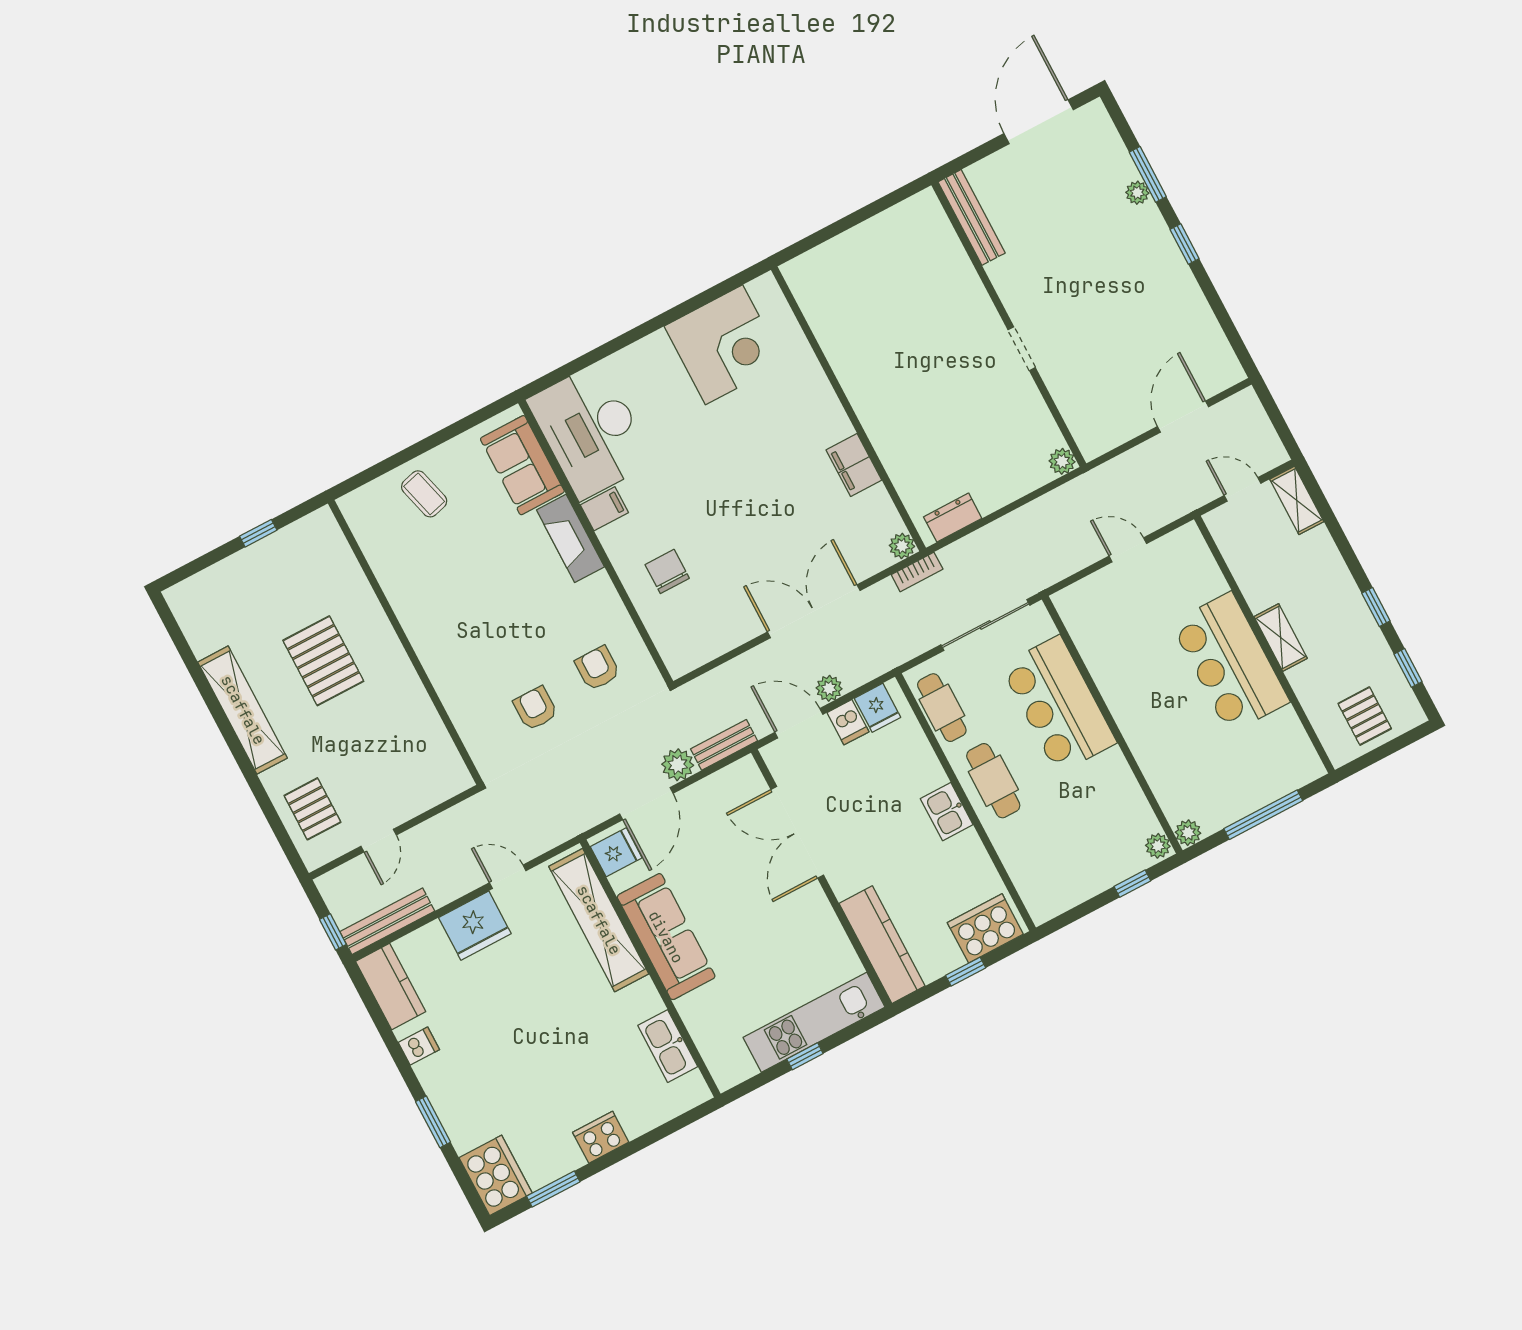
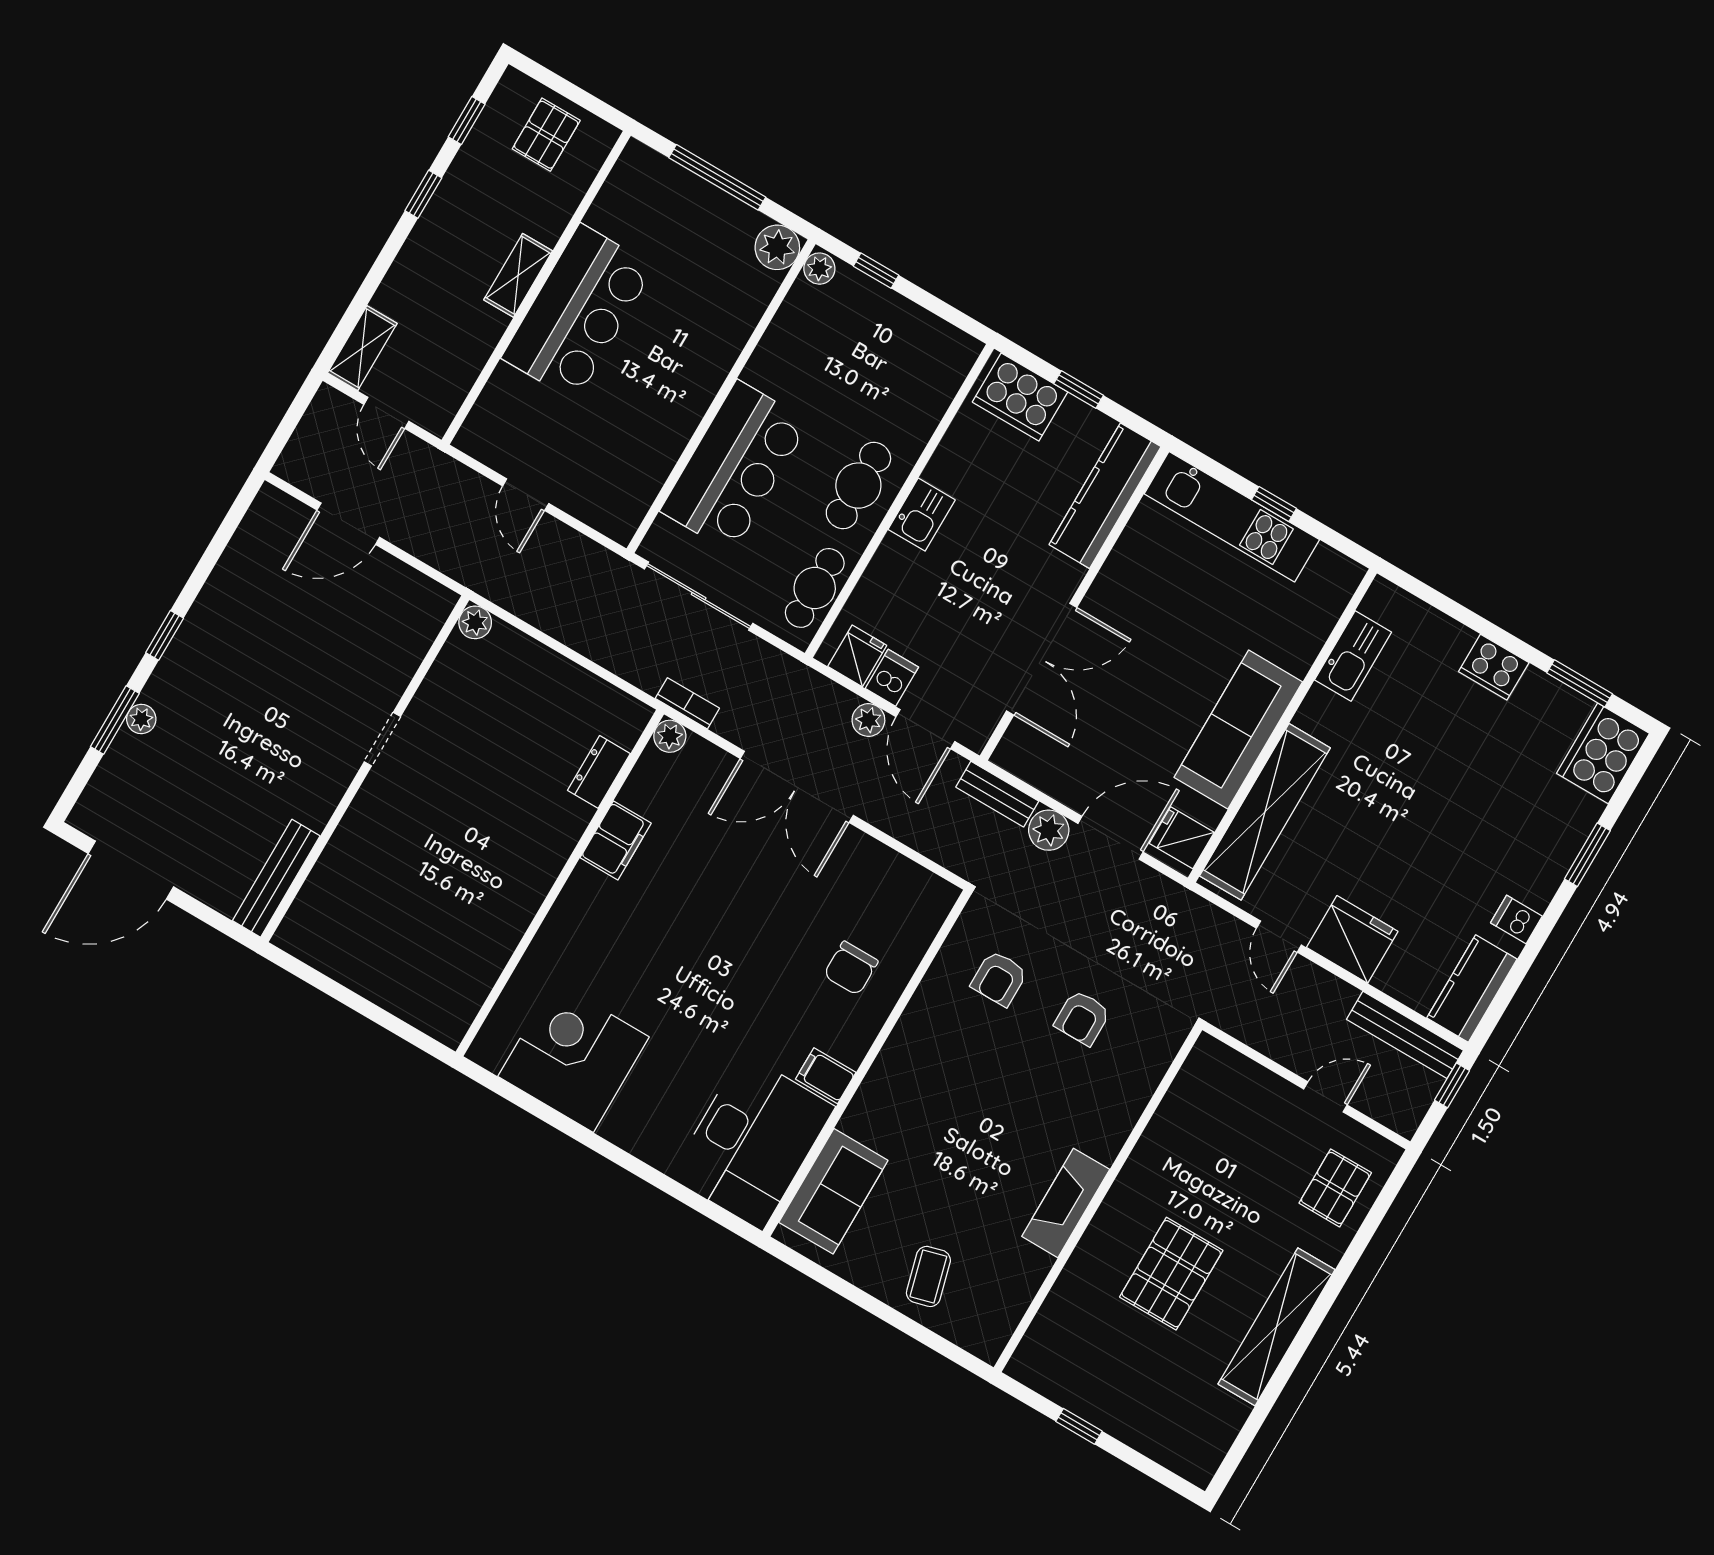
dresser: (953, 518) -> (599, 772), moved, turned 90
fireplace: (570, 538) -> (1066, 1203), moved, turned 180
plant: (1188, 833) -> (777, 247), width x1.38, depth x1.38

